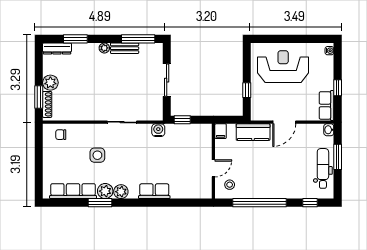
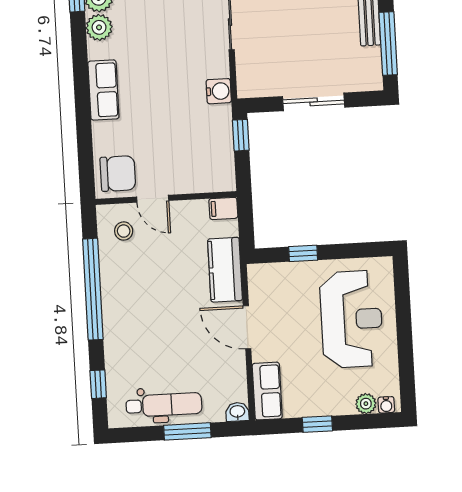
plant: (328, 61) -> (366, 404), added
row of seats: (326, 105) -> (267, 391), moved, turned 90
chair: (199, 186) -> (118, 174), added

